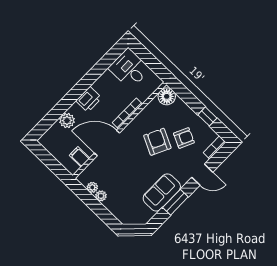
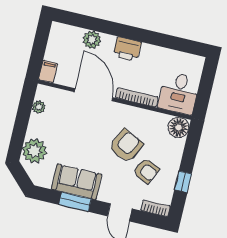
desk: (129, 69) -> (179, 93), moved, turned 180
filing cabinet: (79, 157) -> (48, 72), moved
plant: (101, 196) -> (34, 151), moved, width x1.87, depth x1.87

